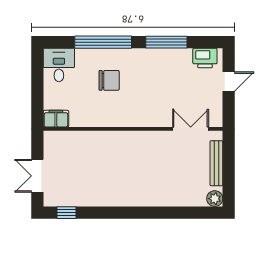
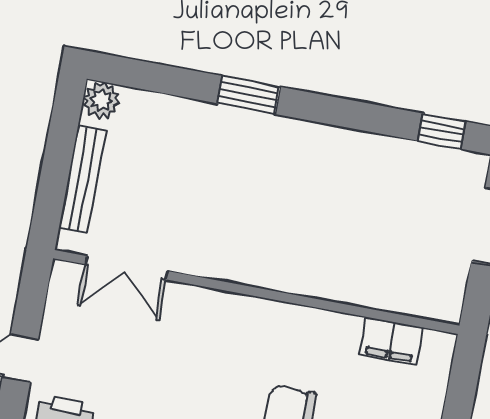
filing cabinet: (56, 119) -> (391, 341), moved
window: (152, 213) -> (248, 95), added

